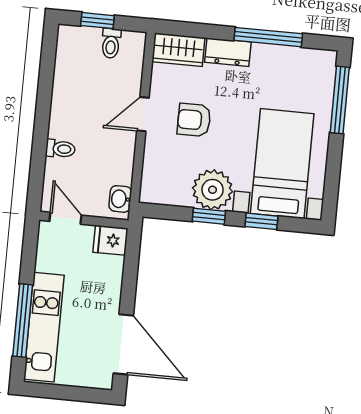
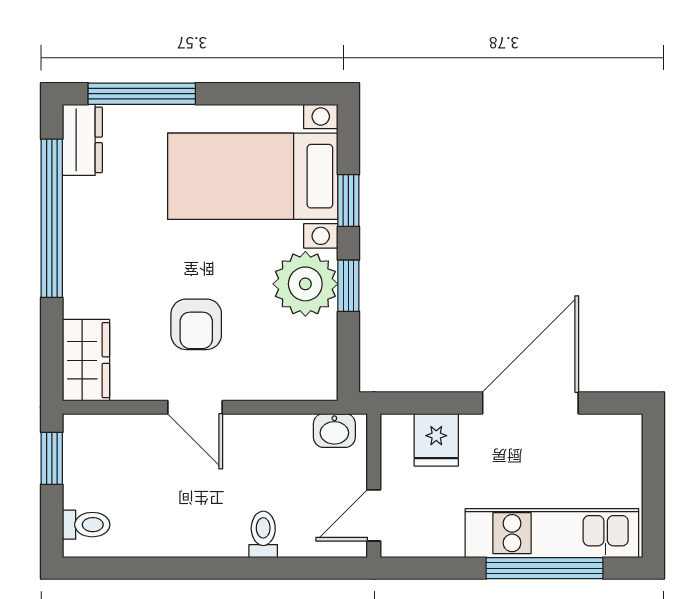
window: (97, 21) -> (52, 458), moved
window: (268, 37) -> (52, 218), width x1.46
toilet: (111, 43) -> (86, 525), moved
dresser: (228, 52) -> (82, 140), moved
fridge: (110, 240) -> (436, 440), moved
door: (123, 344) -> (530, 403), moved

